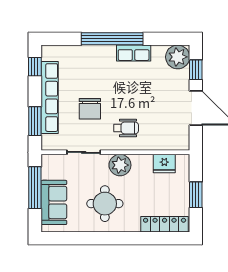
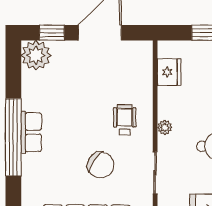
row of seats: (134, 53) -> (31, 132), moved
chair: (90, 109) -> (101, 165), turned 34
plant: (120, 165) -> (165, 127), width x0.53, depth x0.53

